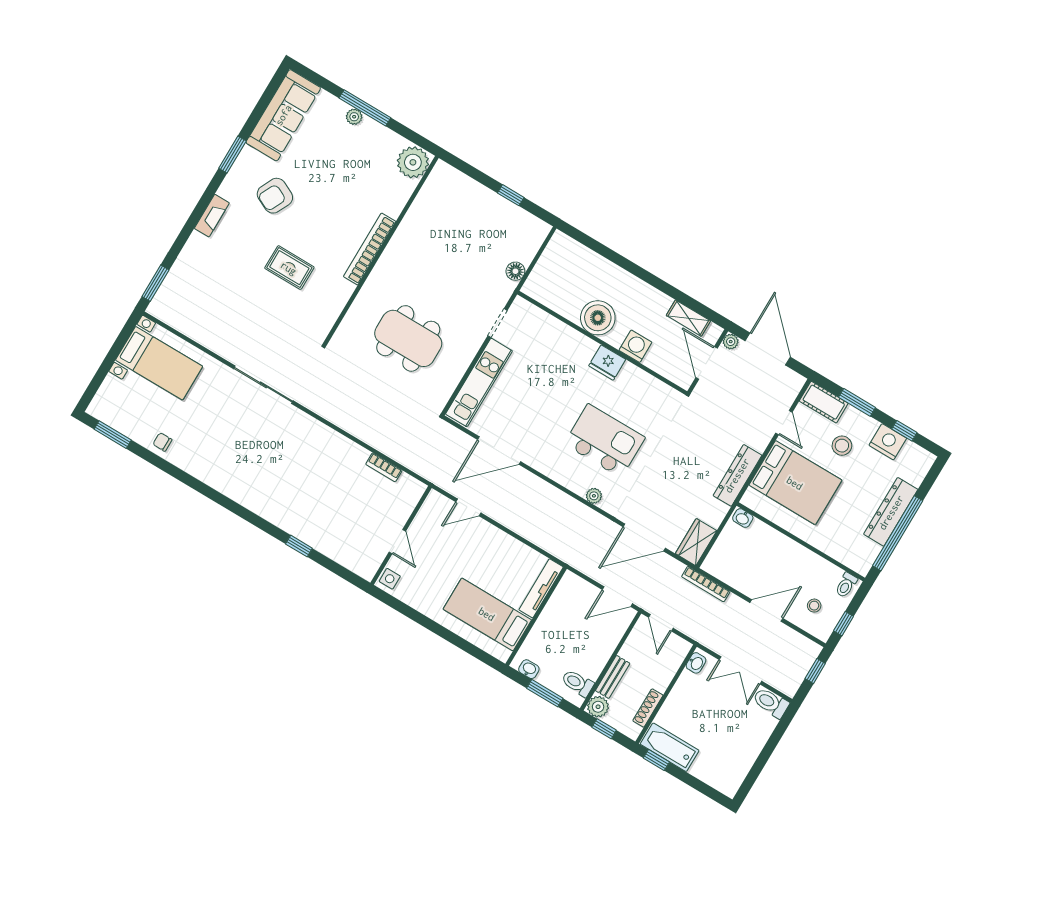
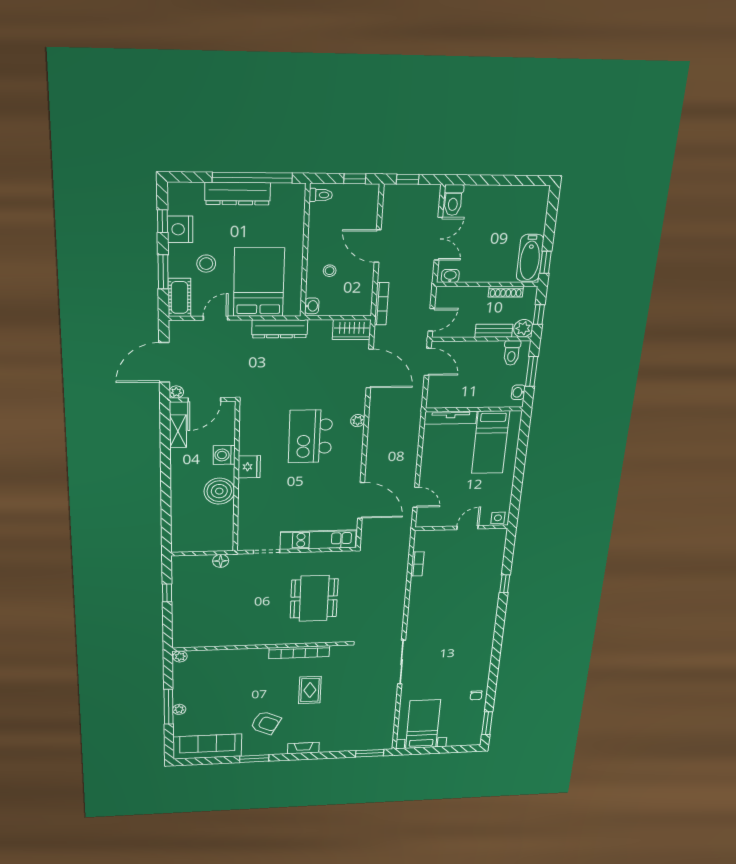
plant: (413, 162) -> (180, 656), width x0.53, depth x0.53
bookcase: (370, 249) -> (299, 652), moved
stool: (814, 606) -> (330, 271), moved

